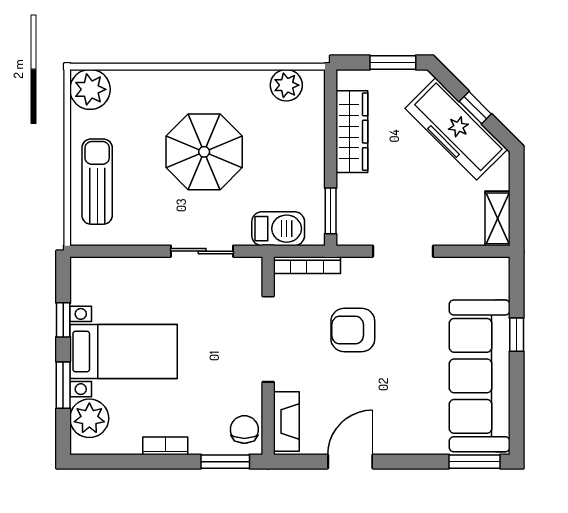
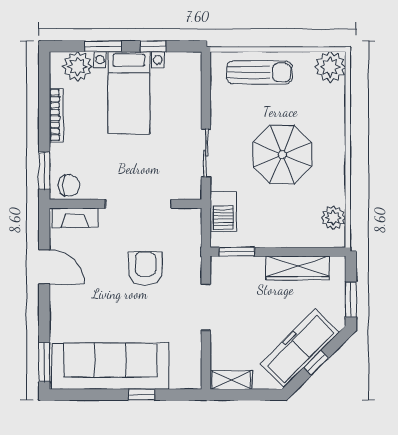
bookcase: (307, 265) -> (195, 234), removed
bookcase: (165, 446) -> (56, 115), width x1.56

